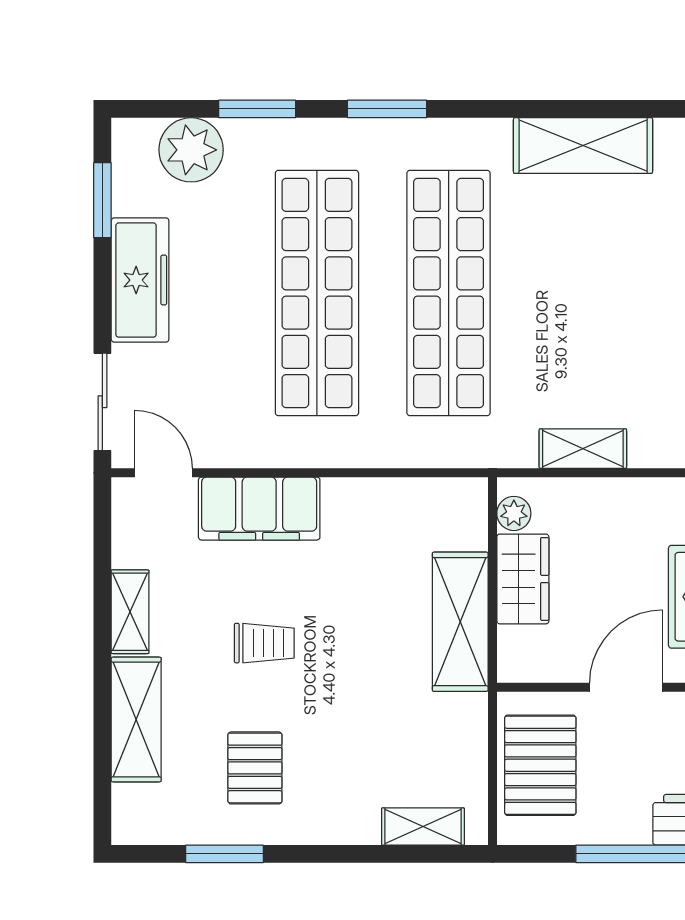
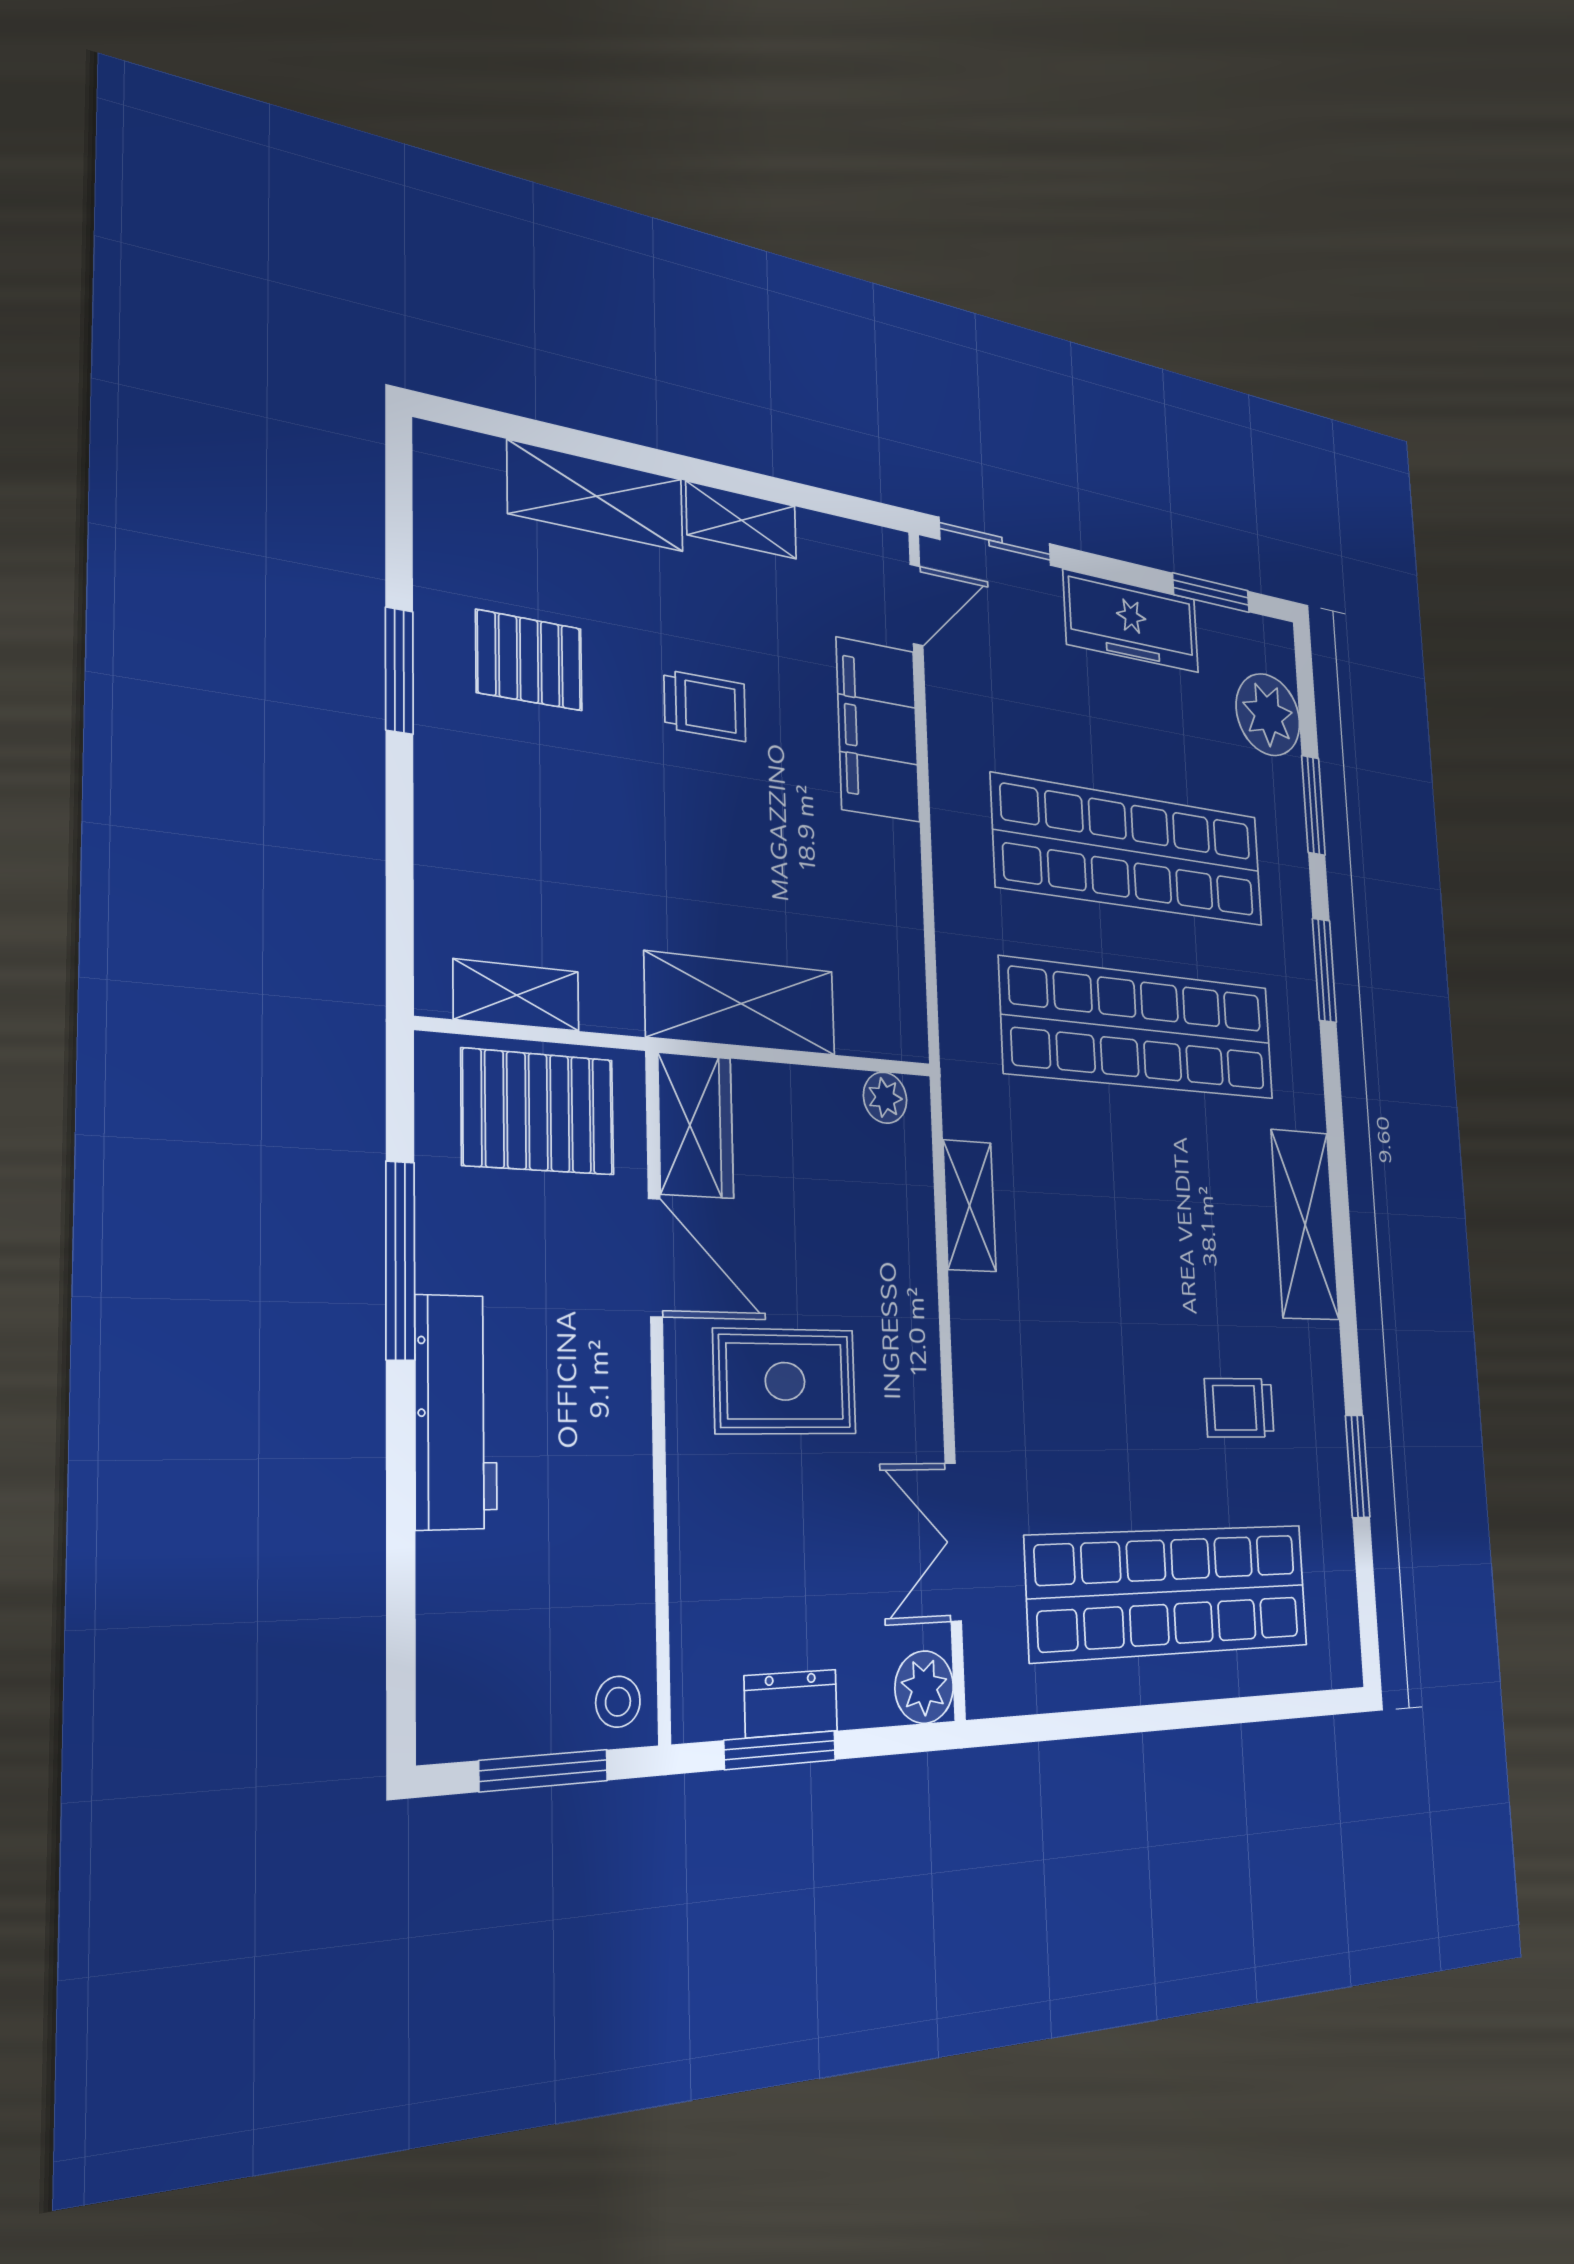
wardrobe: (523, 579) -> (696, 1126), moved, turned -90
trolley: (264, 643) -> (705, 706), turned -90
shelving: (423, 826) -> (517, 995), moved, turned 90
window: (225, 854) -> (399, 671), moved

